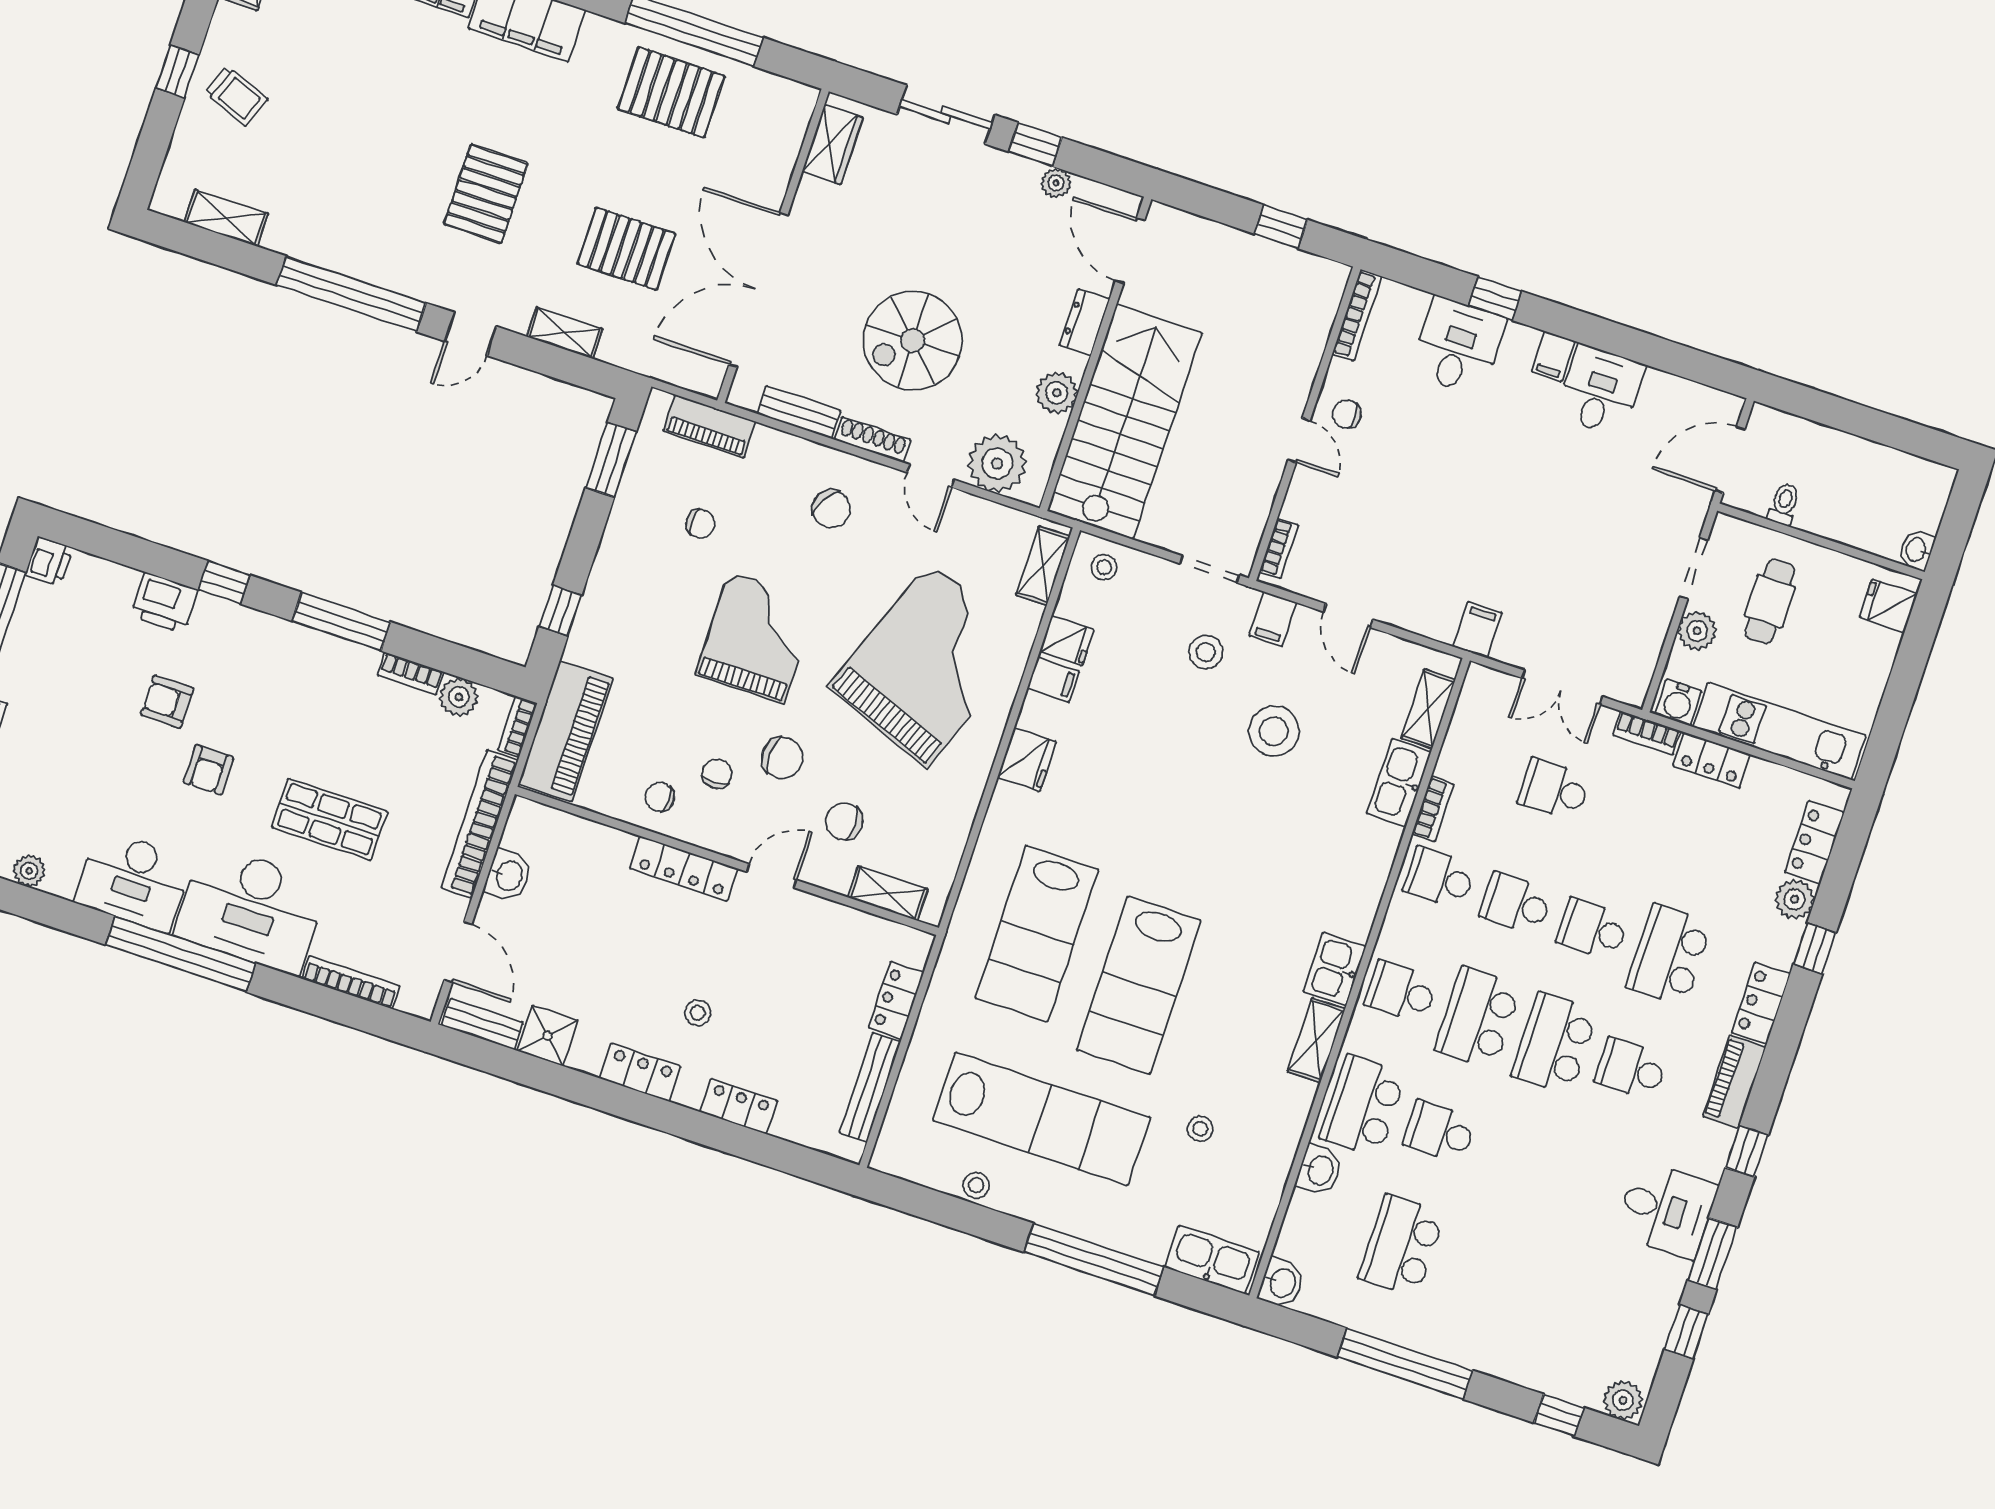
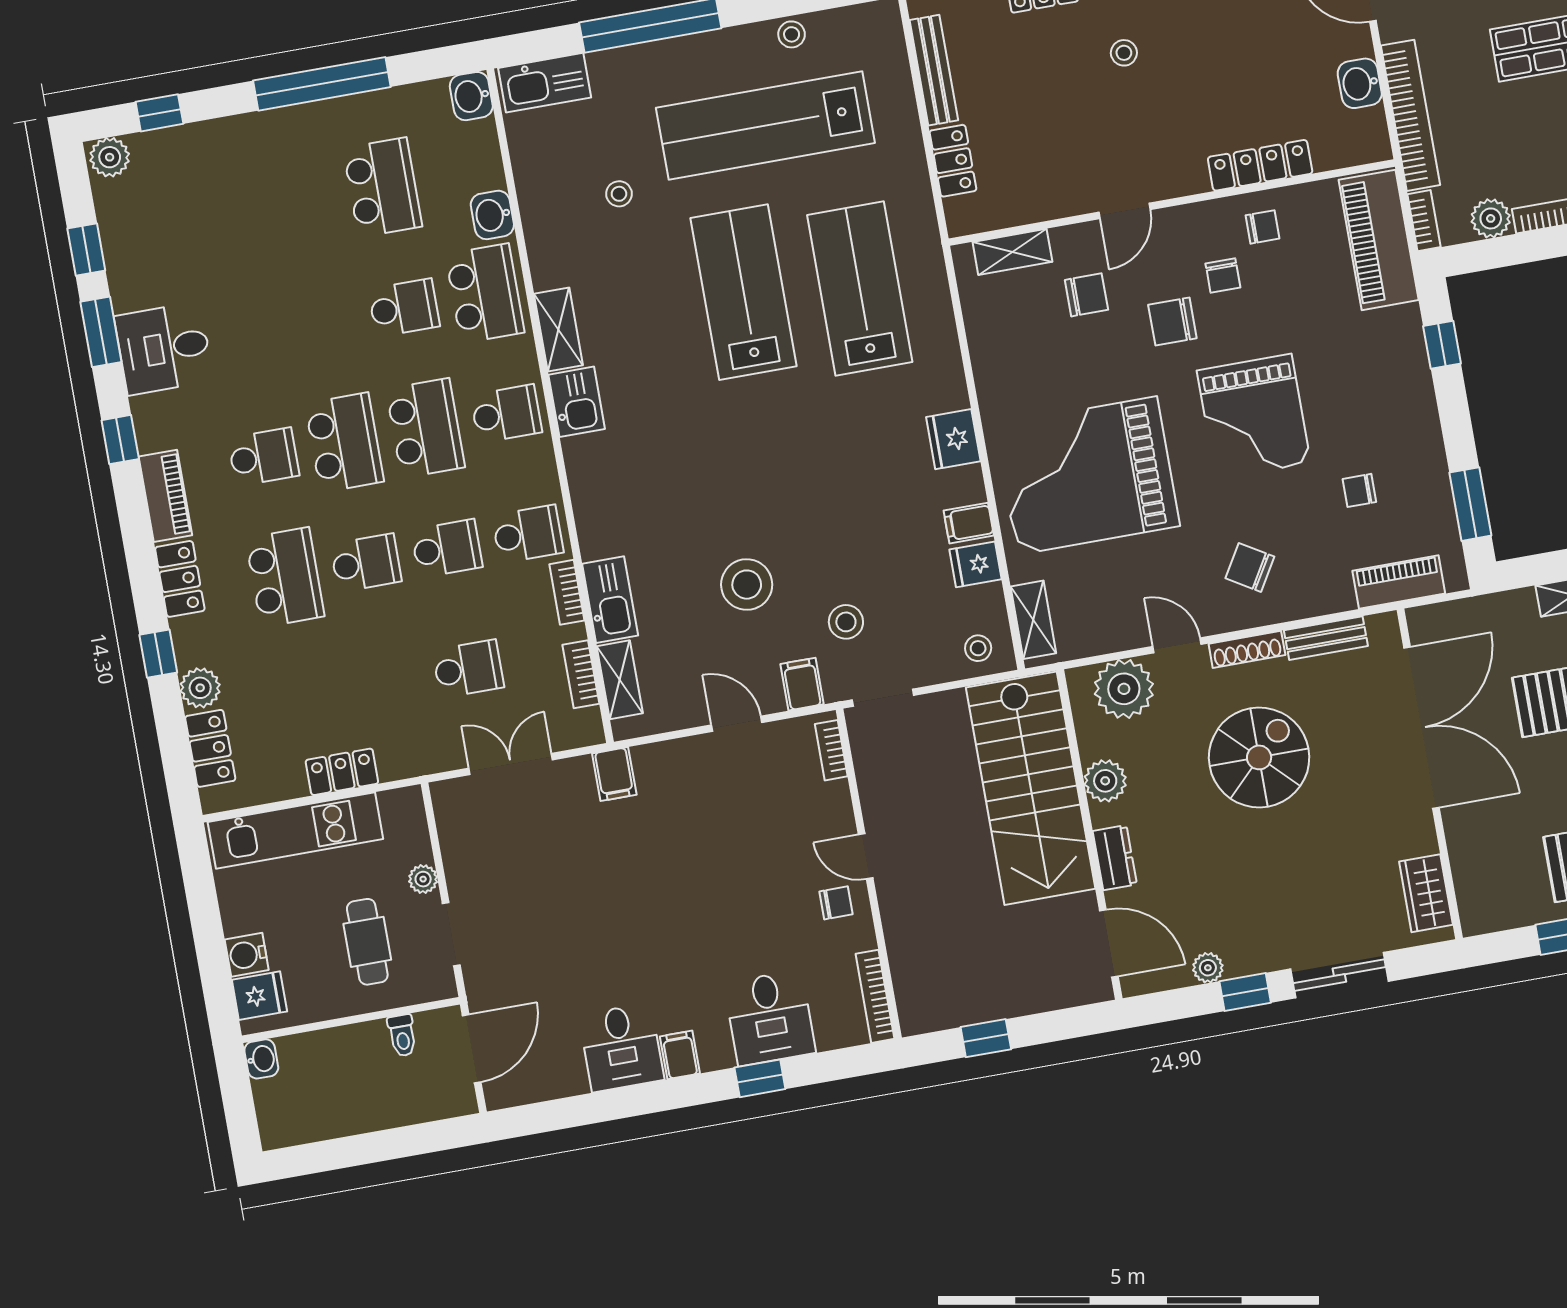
plant: (1697, 631) -> (423, 879), width x0.73, depth x0.73
grand piano: (928, 665) -> (1087, 476), turned 69
water cooler: (1678, 702) -> (247, 955), moved, turned -90
bookcase: (1647, 733) -> (581, 674), moved, turned -90
locker: (684, 869) -> (1260, 165), moved

